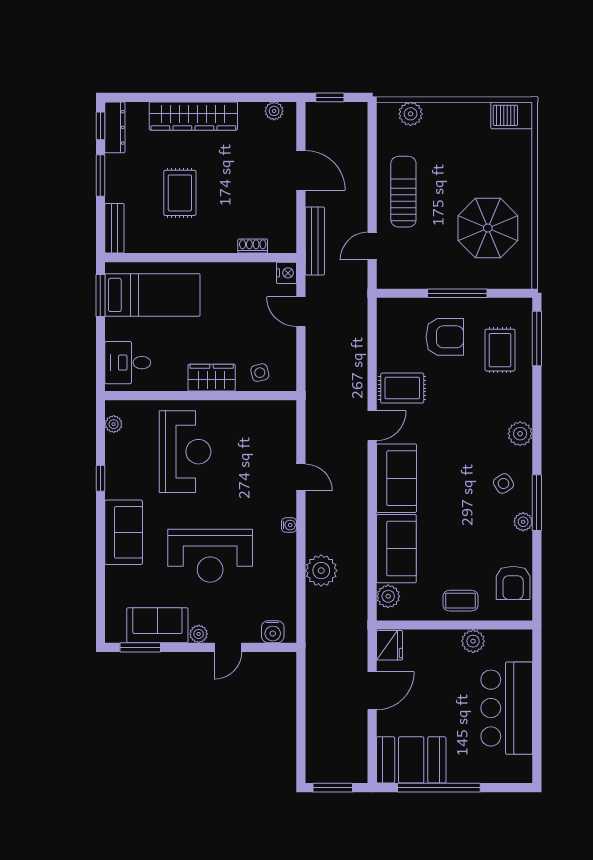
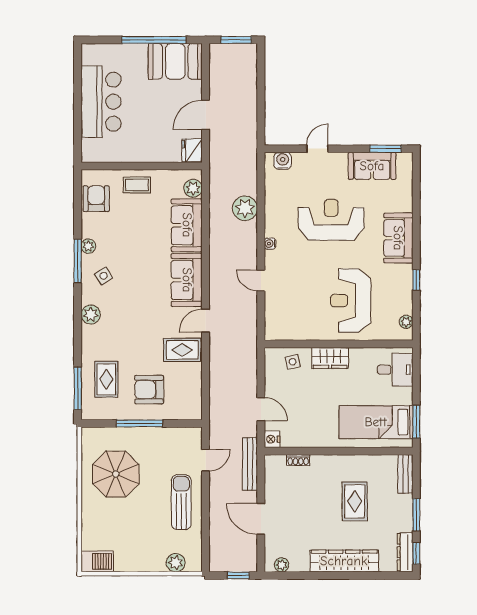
sun lounger: (403, 192) -> (181, 502), turned 180
plant: (199, 634) -> (340, 159), removed
plant: (473, 641) -> (127, 154), removed

